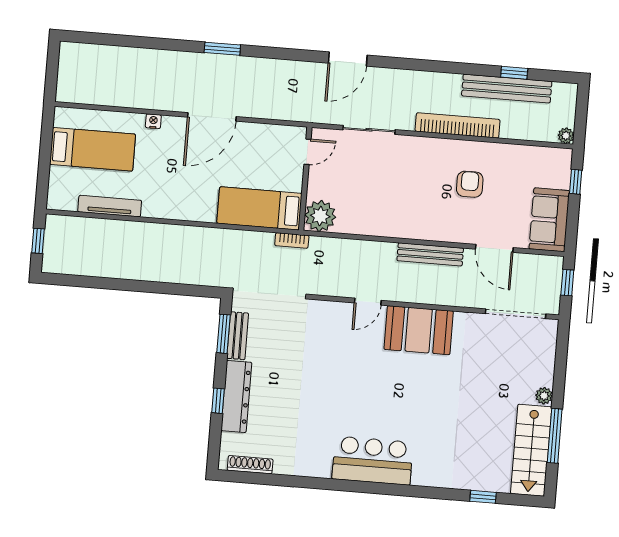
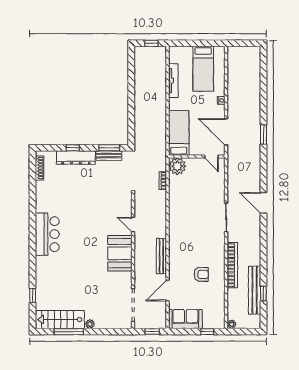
door: (307, 152) -> (211, 156), moved
wall: (305, 179) -> (197, 156), moved
bed: (259, 208) -> (179, 133), moved
plant: (320, 216) -> (177, 166), moved

